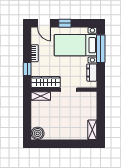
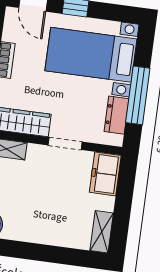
window: (101, 49) -> (138, 95), moved
freezer: (90, 102) -> (105, 174), added

